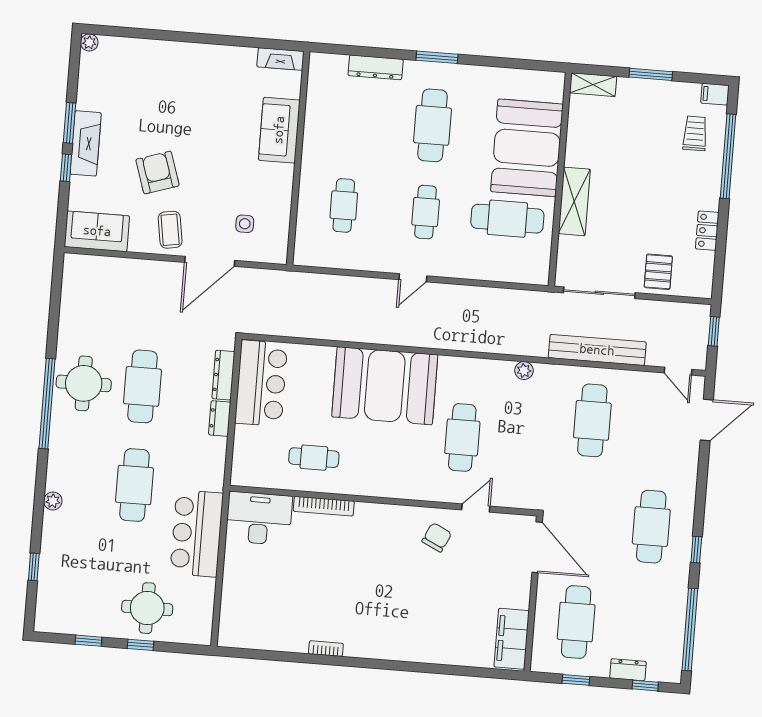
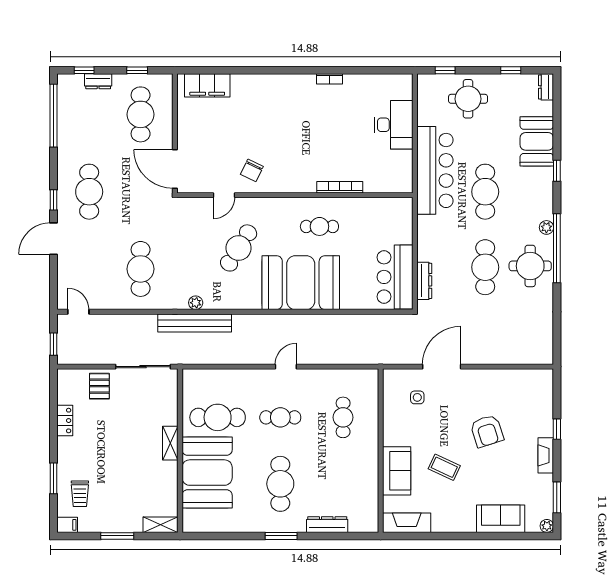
fireplace: (280, 59) -> (407, 523), width x1.37, depth x1.32
window: (70, 123) -> (557, 497), moved
fireplace: (86, 143) -> (546, 455), width x0.73, depth x0.76
window: (728, 156) -> (53, 478), width x0.47
shelving: (574, 201) -> (170, 443), width x0.67, depth x0.75
cafe table: (426, 212) -> (280, 417), turned 90
coffee table: (170, 230) -> (444, 467), moved, turned -56
sofa: (97, 231) -> (501, 519), moved, turned 180
bench: (597, 350) -> (195, 323), moved
dresser: (220, 418) -> (546, 87), moved, turned 180
door: (707, 420) -> (53, 239), moved
cafe table: (462, 437) -> (239, 248), turned 32
cafe table: (314, 458) -> (319, 226), moved
plant: (53, 501) -> (546, 227), moved
desk: (259, 518) -> (394, 125), moved, turned -90
bar counter: (197, 533) -> (435, 170), width x1.36
booth: (62, 545) -> (537, 141), added
window: (696, 550) -> (53, 200), moved
window: (34, 567) -> (557, 171), moved
filing cabinet: (512, 639) -> (207, 85), moved, turned 90
window: (141, 645) -> (445, 70), moved

